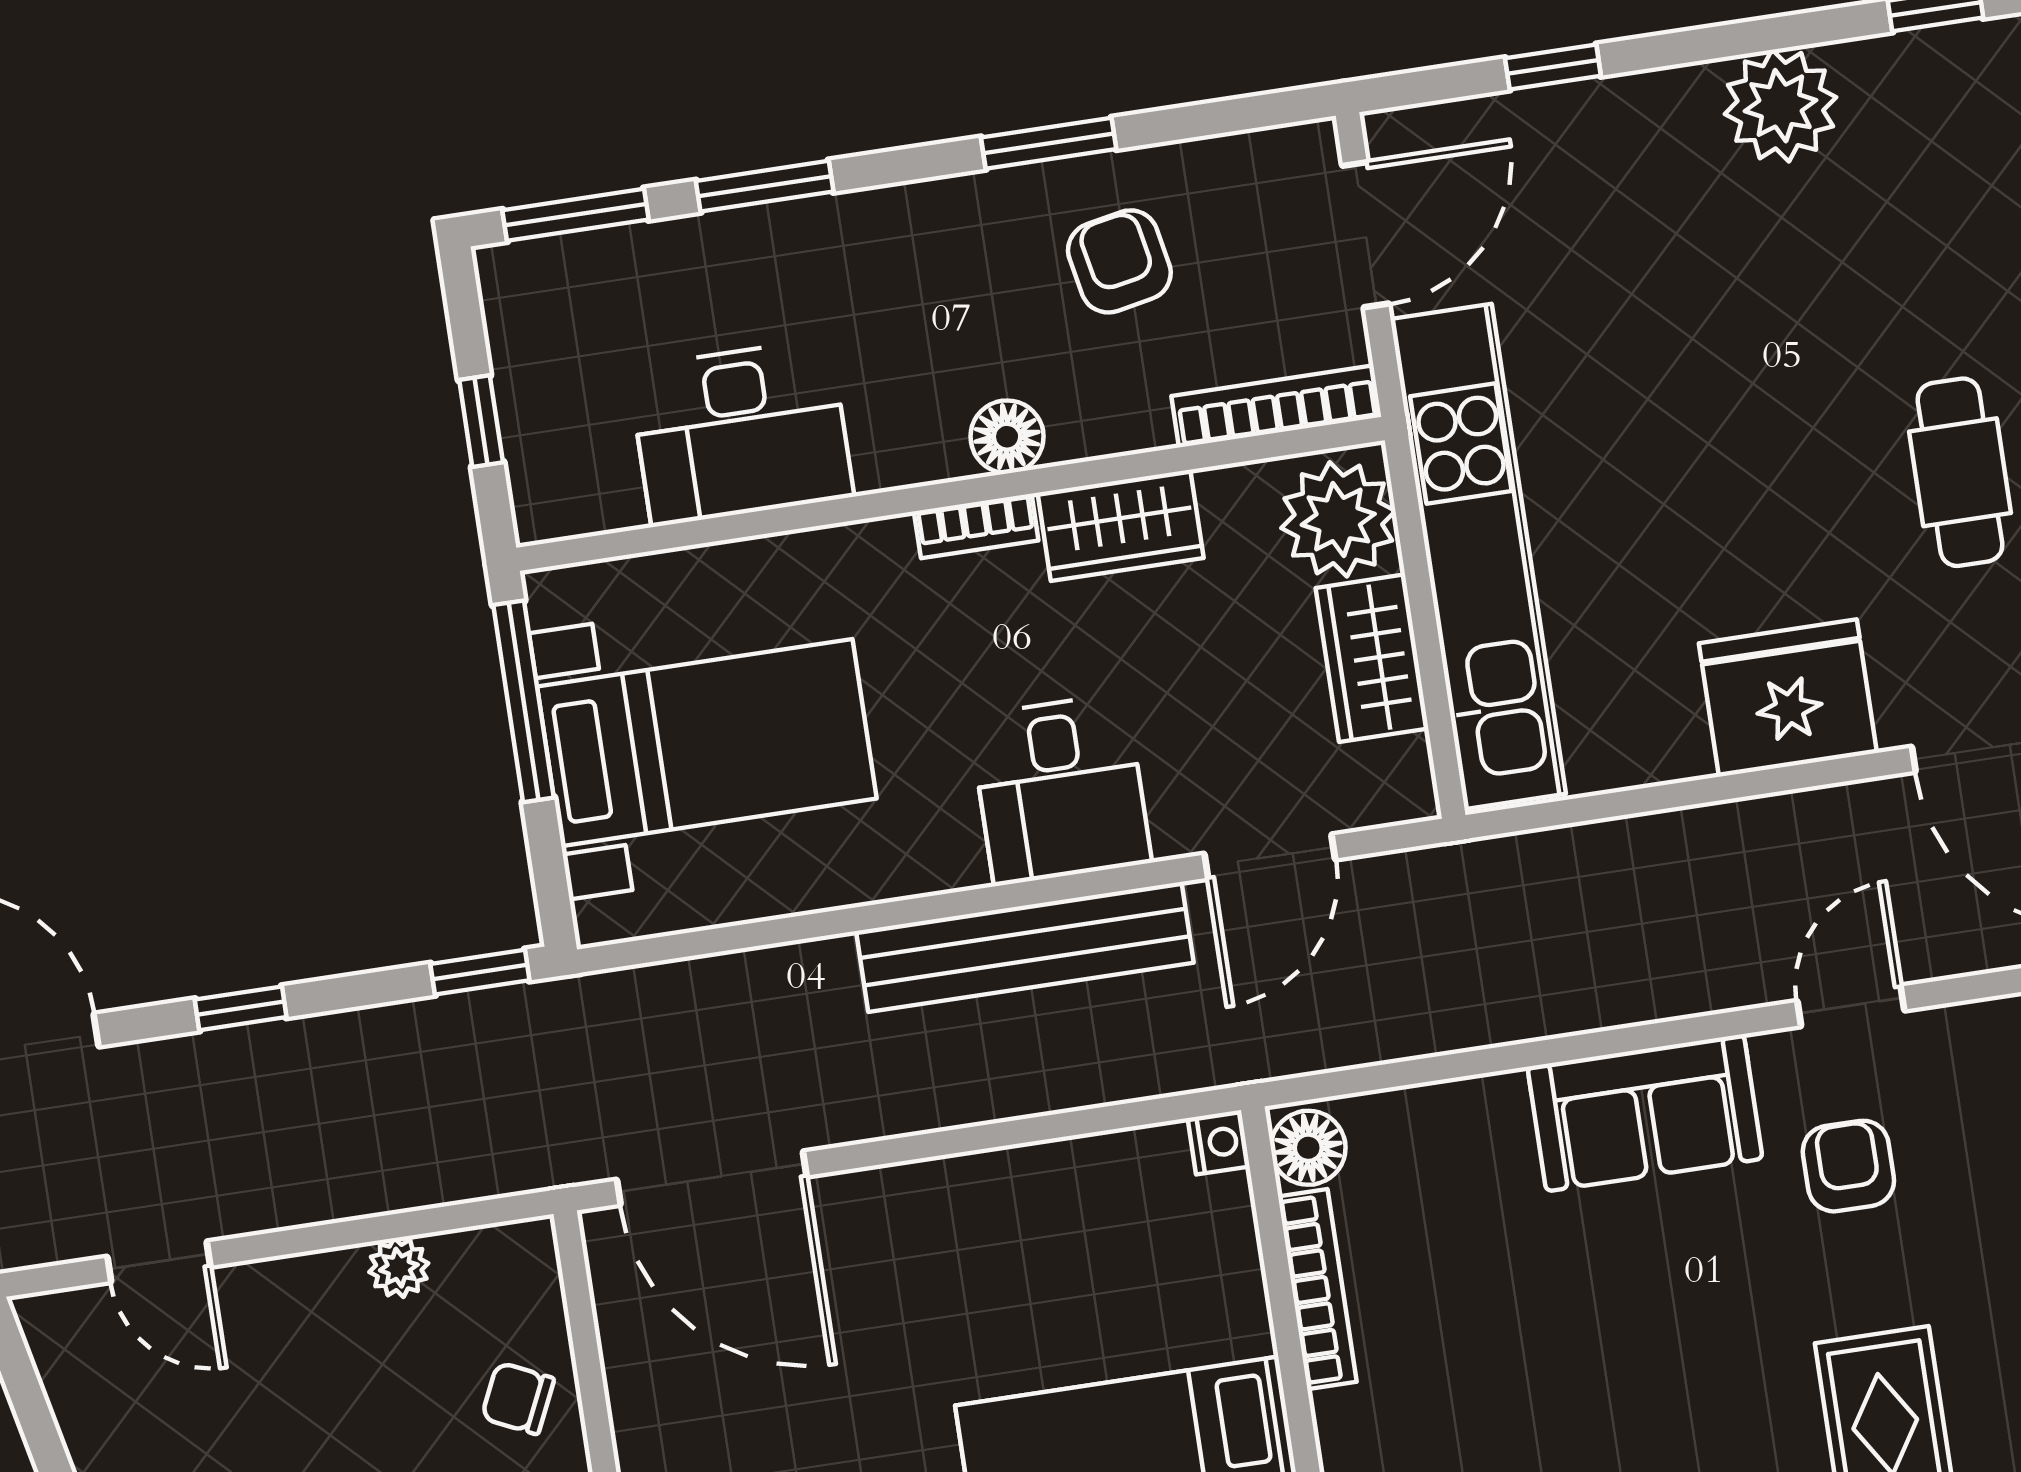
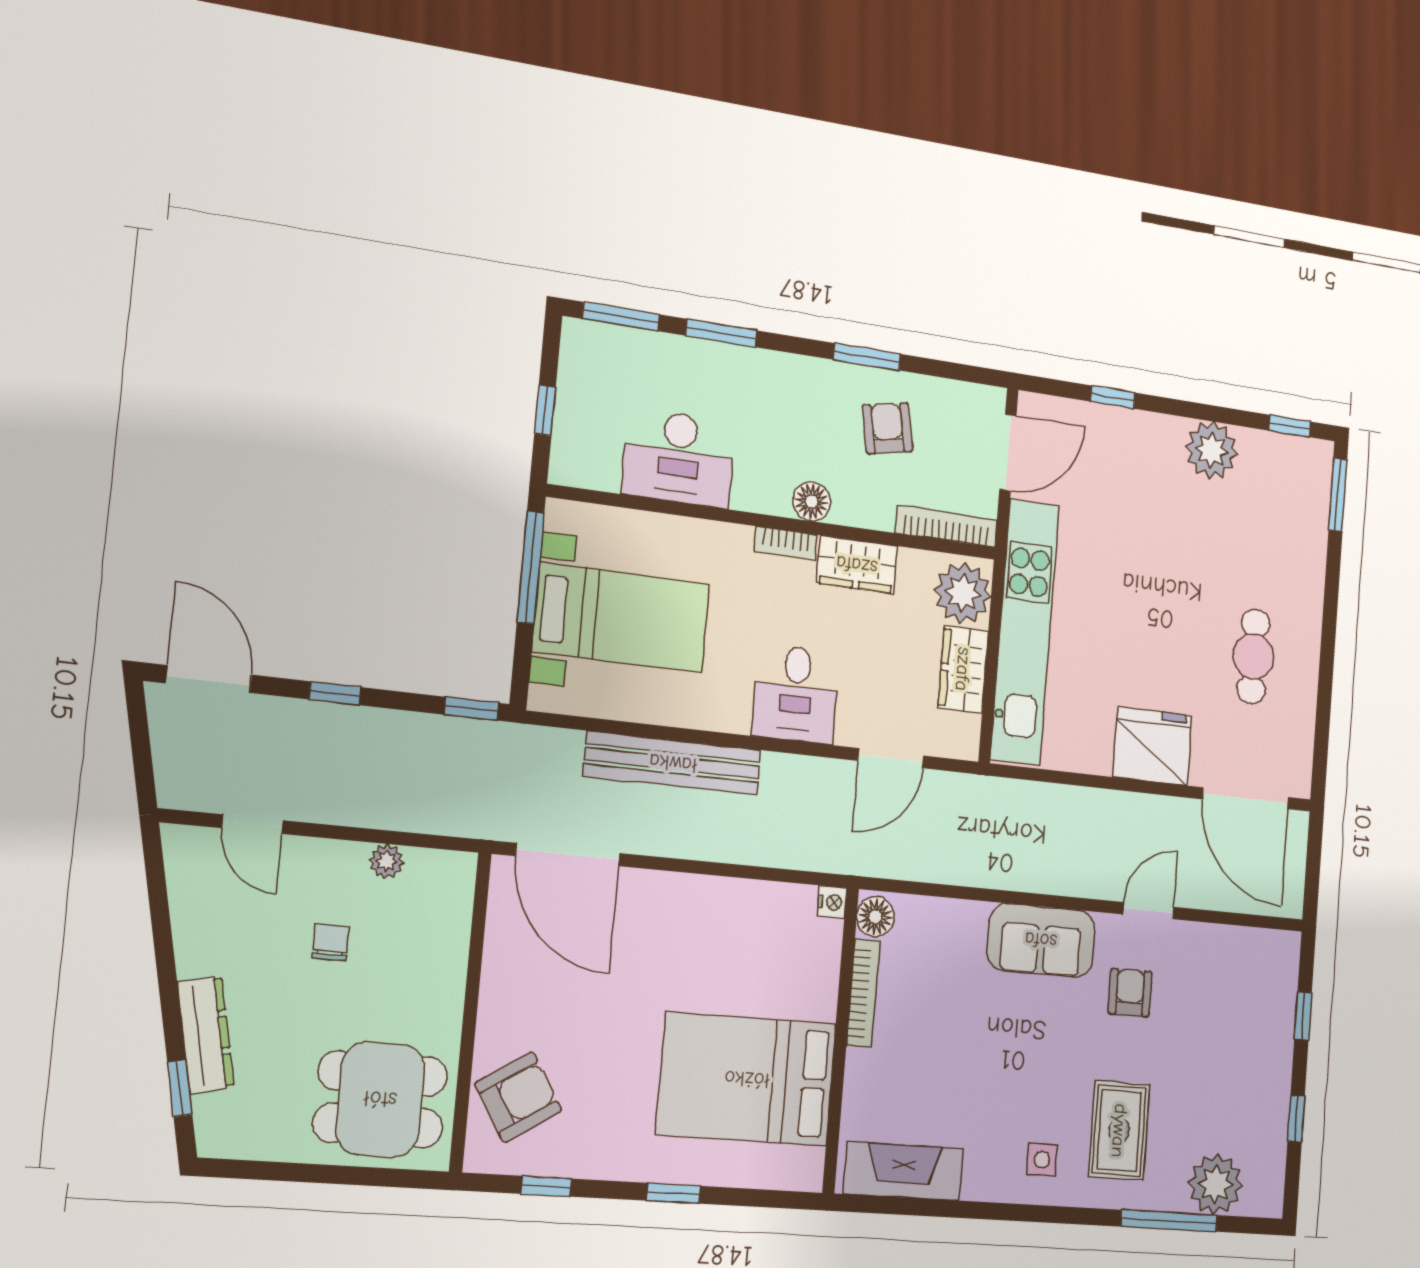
bench: (1025, 947) -> (673, 763), moved
chair: (518, 1398) -> (331, 942), moved, turned 65

